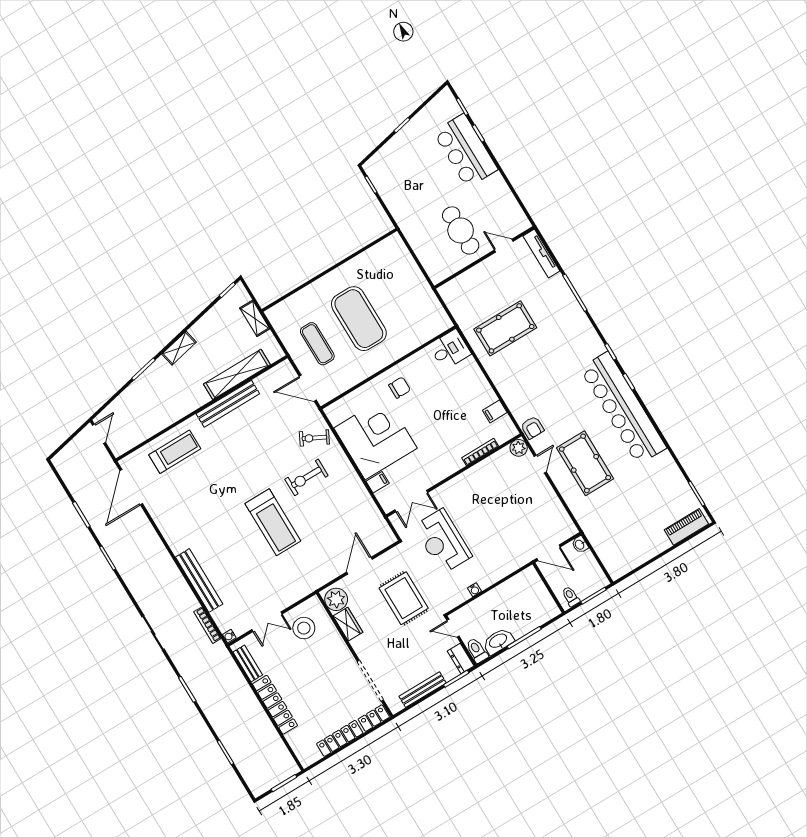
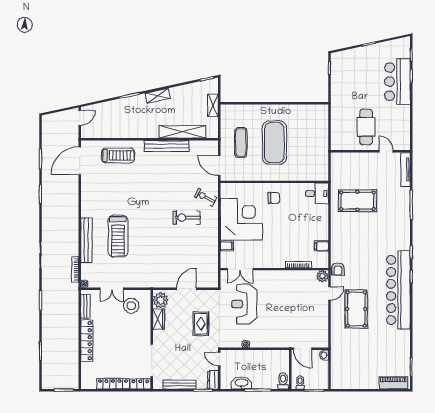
treadmill: (273, 522) -> (118, 236), moved
rug: (404, 598) -> (201, 324), width x0.73, depth x0.70
toilet: (477, 650) -> (283, 381), moved

